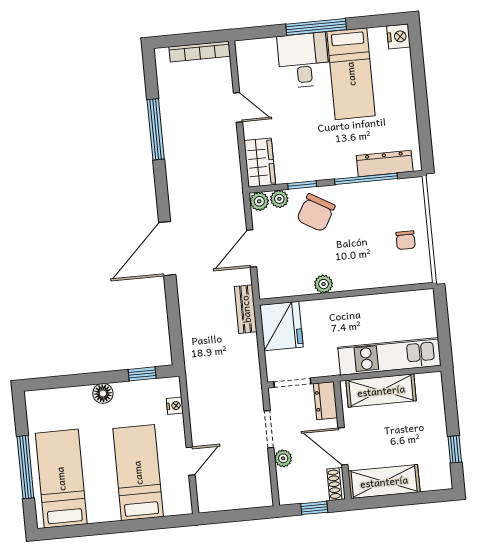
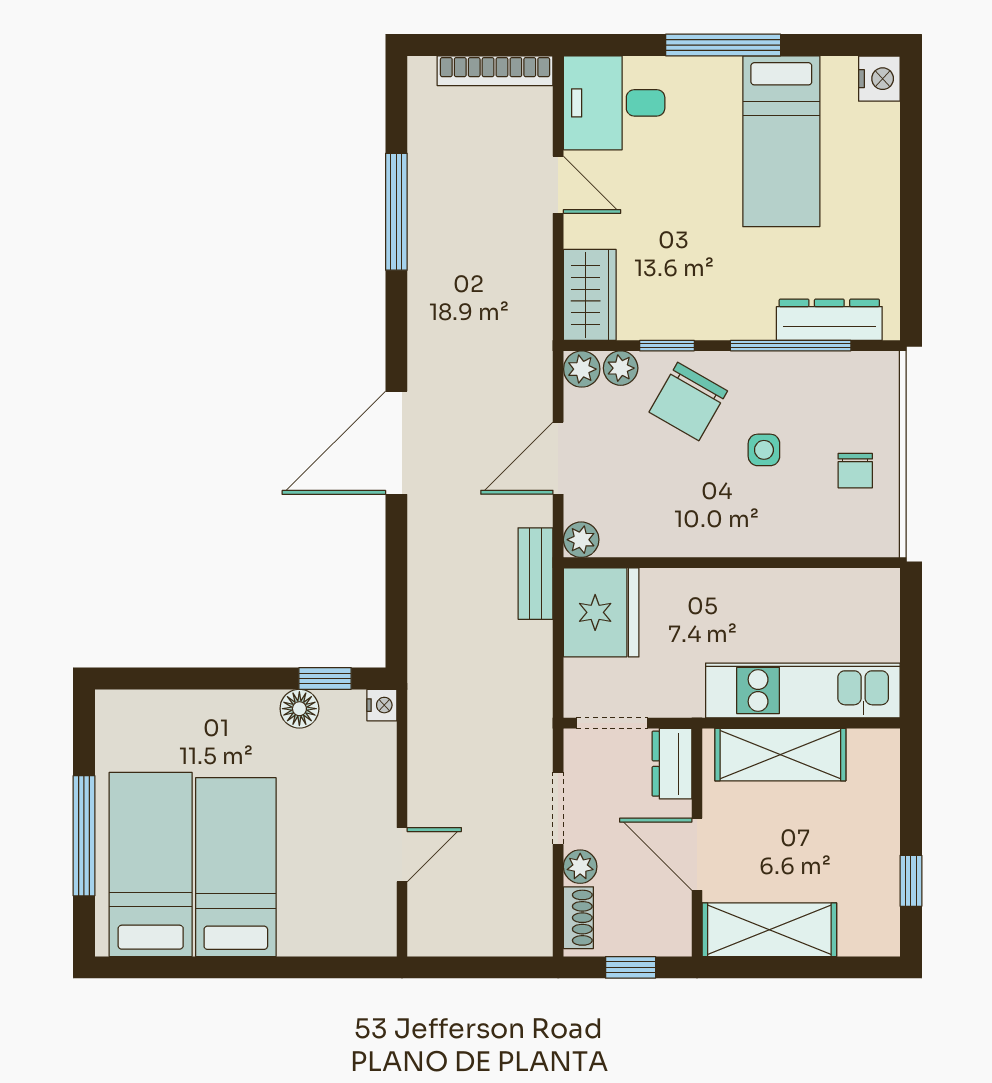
desk: (303, 60) -> (614, 103), moved, turned -90
side table: (357, 234) -> (764, 450), added
plant: (324, 284) -> (581, 540), moved
floor lamp: (103, 393) -> (299, 709), moved
nightstand: (175, 406) -> (382, 705), moved
bed: (138, 473) -> (236, 867), moved
shoe rack: (336, 484) -> (578, 918), moved, turned 180

